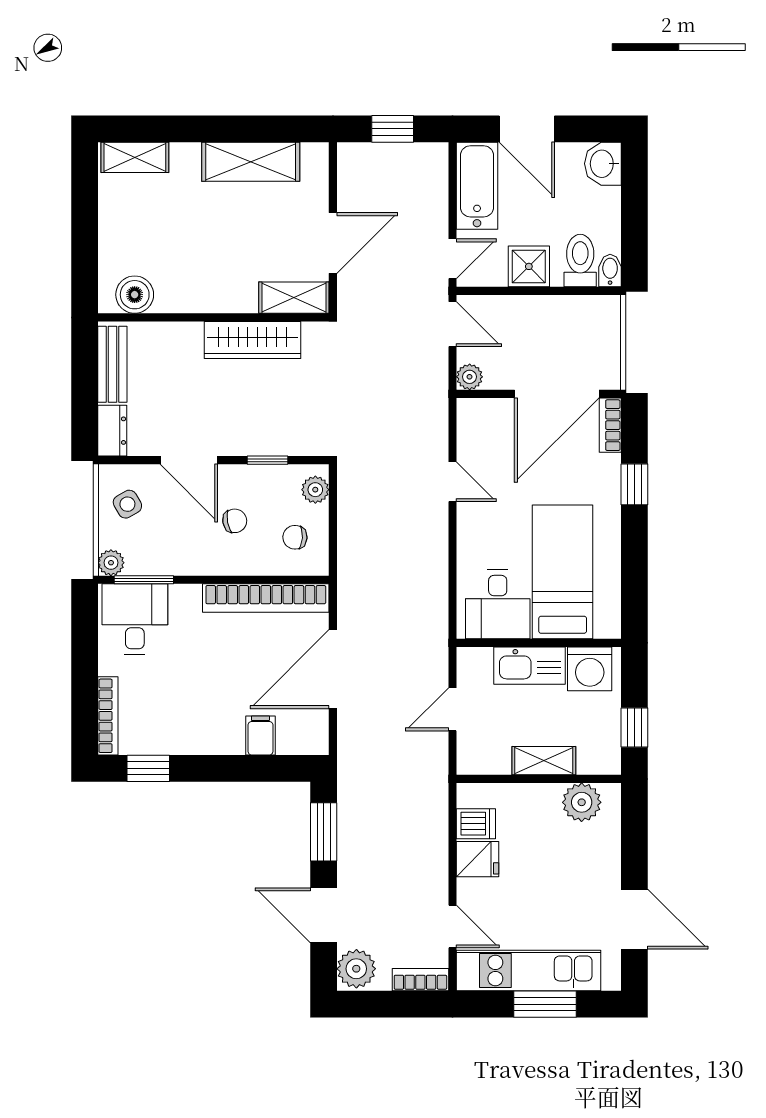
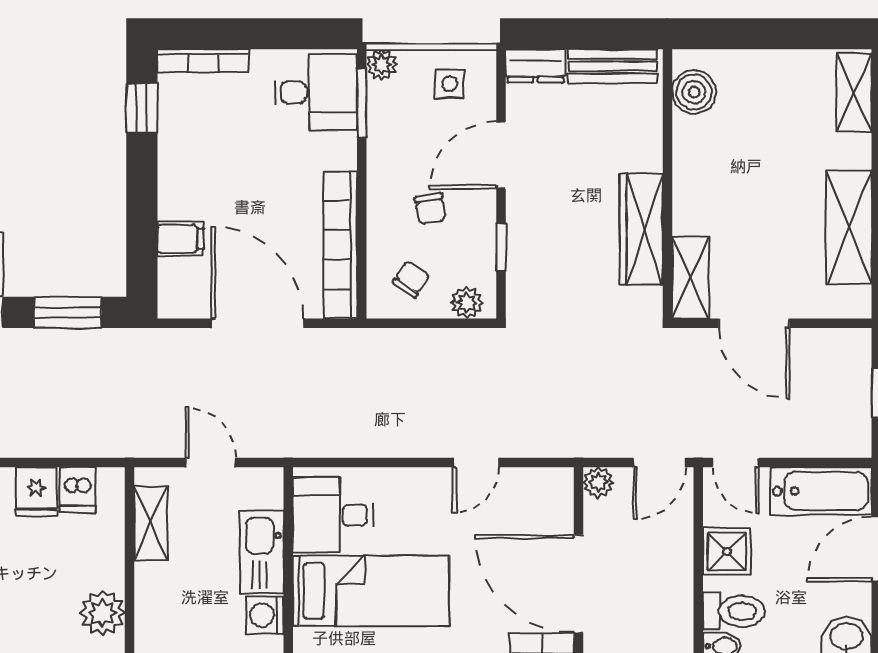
side table: (127, 504) -> (450, 84), turned 30
chair: (295, 537) -> (411, 279), turned 30
washing machine: (590, 669) -> (265, 615), width x0.73, depth x0.73
shelving: (544, 761) -> (151, 523), moved

